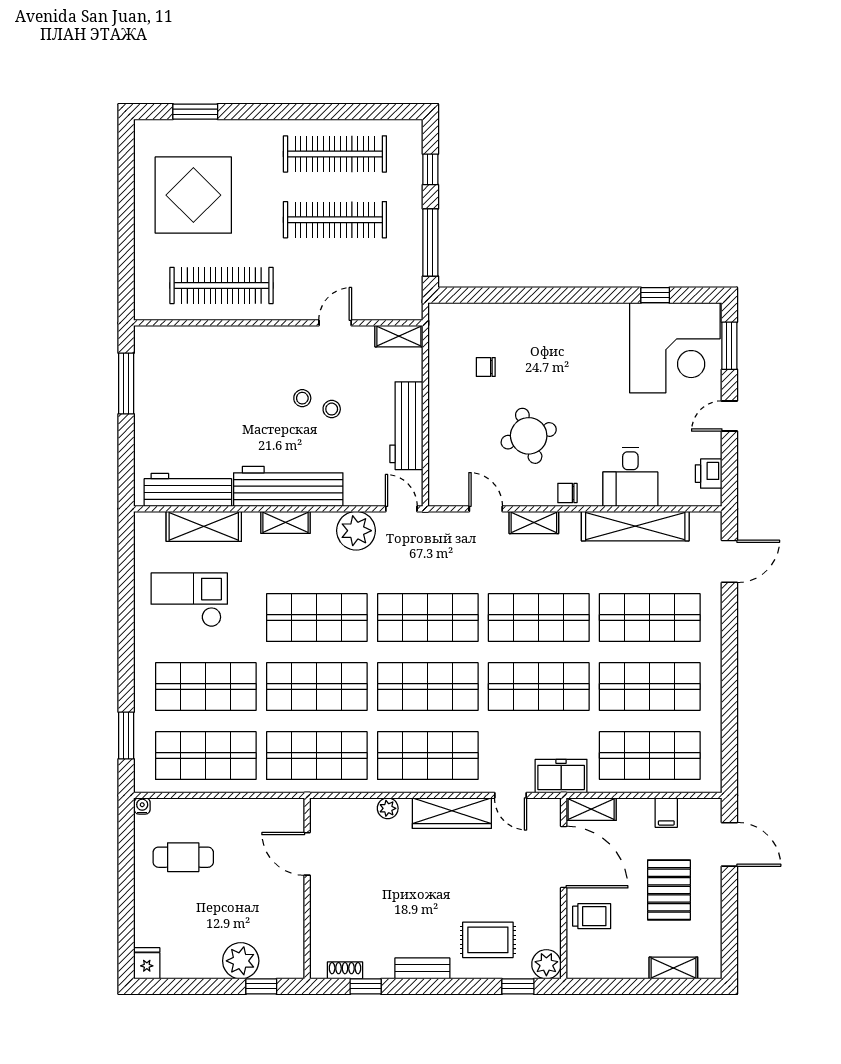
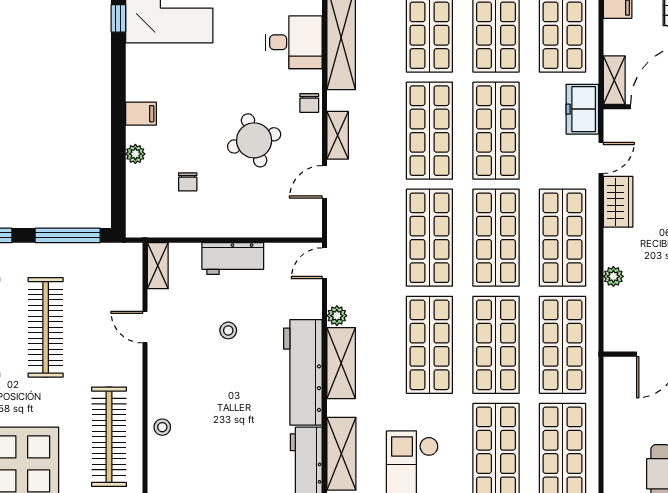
plant: (515, 313) -> (135, 154), added
filing cabinet: (556, 319) -> (141, 114), added
stool: (302, 398) -> (162, 427), moved
workbench: (406, 426) -> (233, 258), width x0.73
shelving: (286, 522) -> (341, 363), width x1.50, depth x1.33
plant: (356, 531) -> (337, 316), width x0.53, depth x0.53
wardrobe: (452, 813) -> (618, 202), width x0.67

